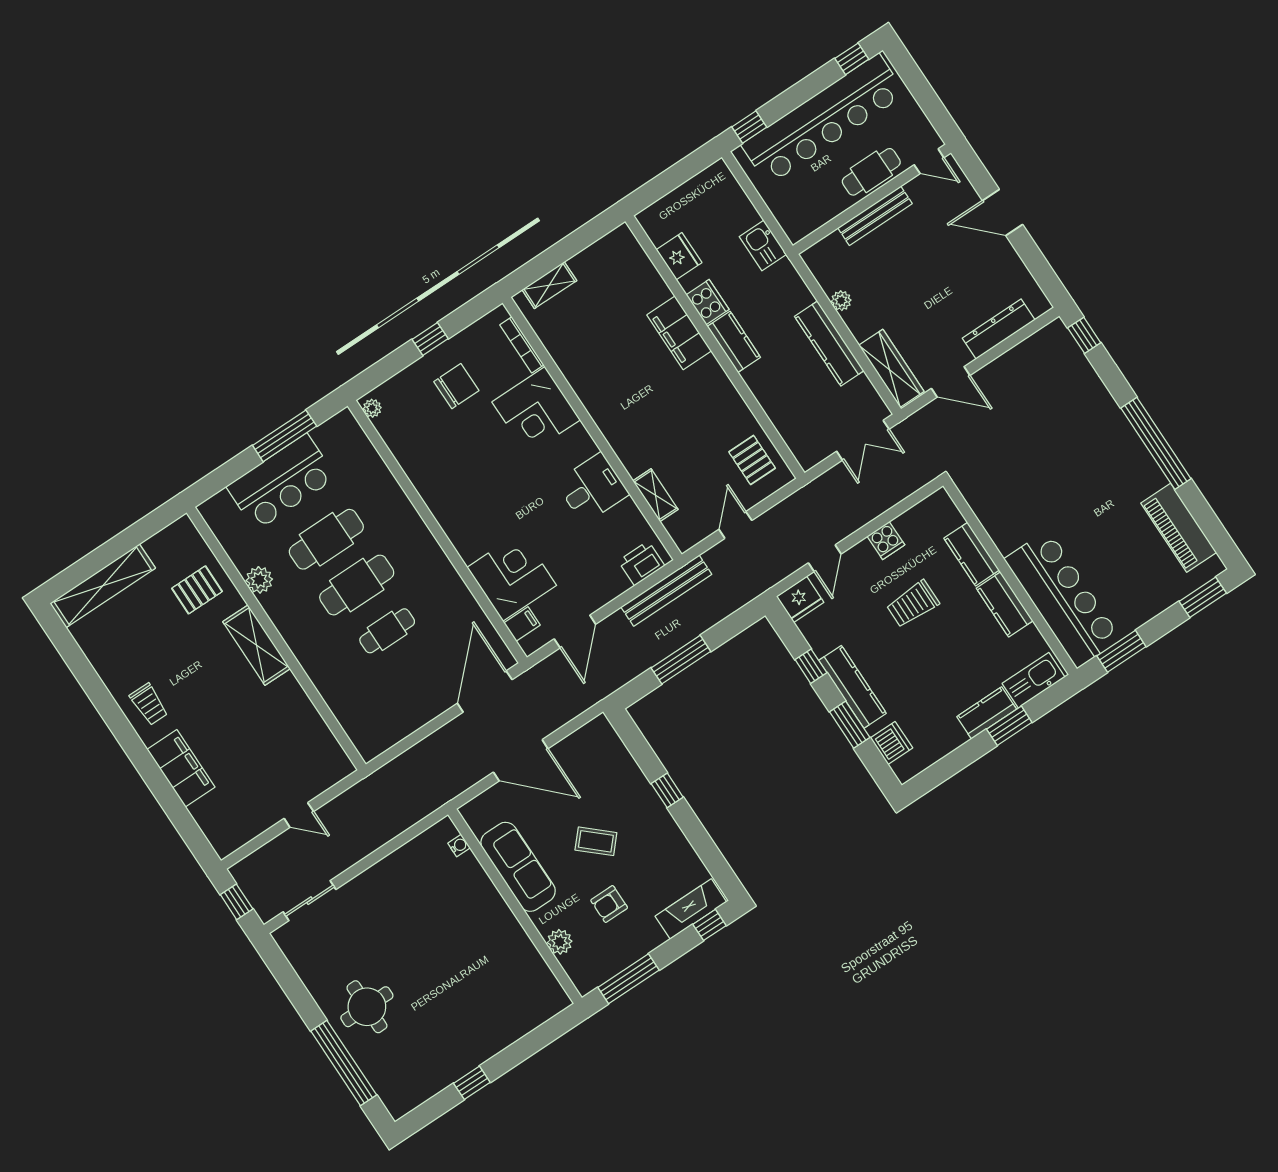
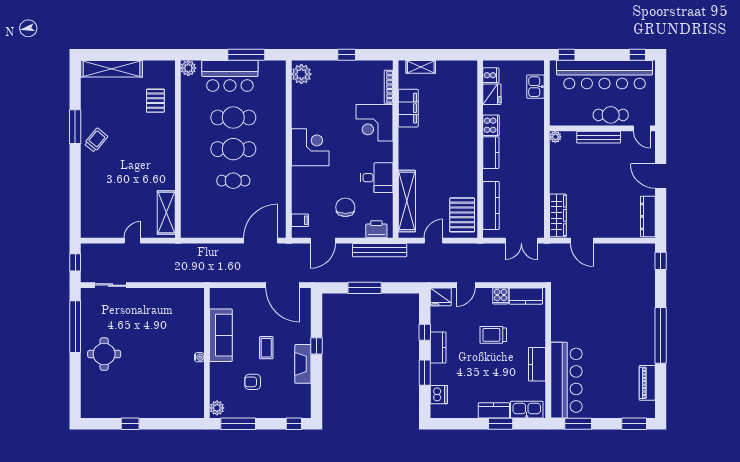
cooker: (659, 230) -> (491, 75), added
kitchen sink: (763, 245) -> (535, 87), moved
plant: (841, 301) -> (555, 137), moved
dresser: (999, 329) -> (648, 216), moved, turned -90
filing cabinet: (679, 333) -> (408, 108), moved, turned 180
kitchen counter: (829, 344) -> (491, 206), moved, turned 180
chair: (456, 386) -> (345, 207), moved, turned -90
plant: (372, 408) -> (301, 74), width x1.88, depth x1.88
pallet: (752, 460) -> (462, 215), width x1.50, depth x1.42
shelving: (655, 495) -> (407, 201), width x2.20, depth x1.33
piano: (1179, 528) -> (647, 383), width x0.73, depth x0.75
kitchen counter: (972, 554) -> (526, 296), moved, turned -90
corner desk: (512, 576) -> (310, 147), moved
plant: (259, 580) -> (188, 68), moved
pallet: (197, 590) -> (155, 101), turned 90
shelving: (256, 645) -> (166, 213), moved
kitchen counter: (853, 687) -> (438, 348), width x0.67
trolley: (149, 704) -> (96, 140), turned -140
window: (106, 705) -> (75, 127), added
door: (521, 760) -> (283, 285), moved
filing cabinet: (181, 768) -> (91, 181), removed
door: (299, 815) -> (132, 241), swing flipped
coffee table: (596, 841) -> (266, 348), turned 48
water cooler: (459, 846) -> (199, 357), moved
fireplace: (691, 909) -> (303, 364), moved, turned -90
plant: (560, 942) -> (217, 408), moved
window: (344, 1063) -> (75, 327), moved

